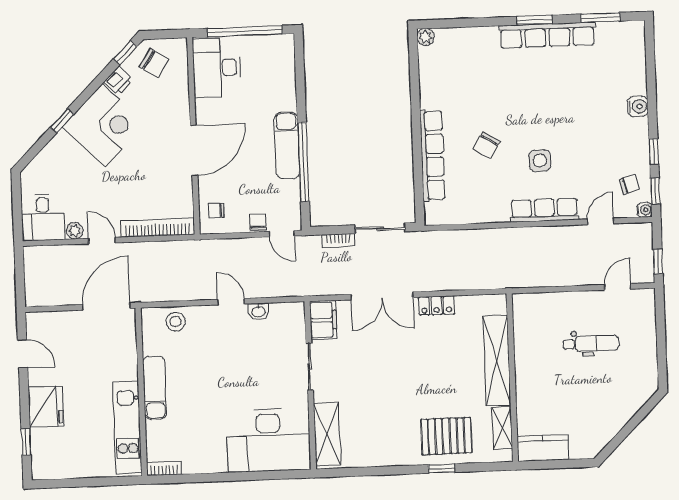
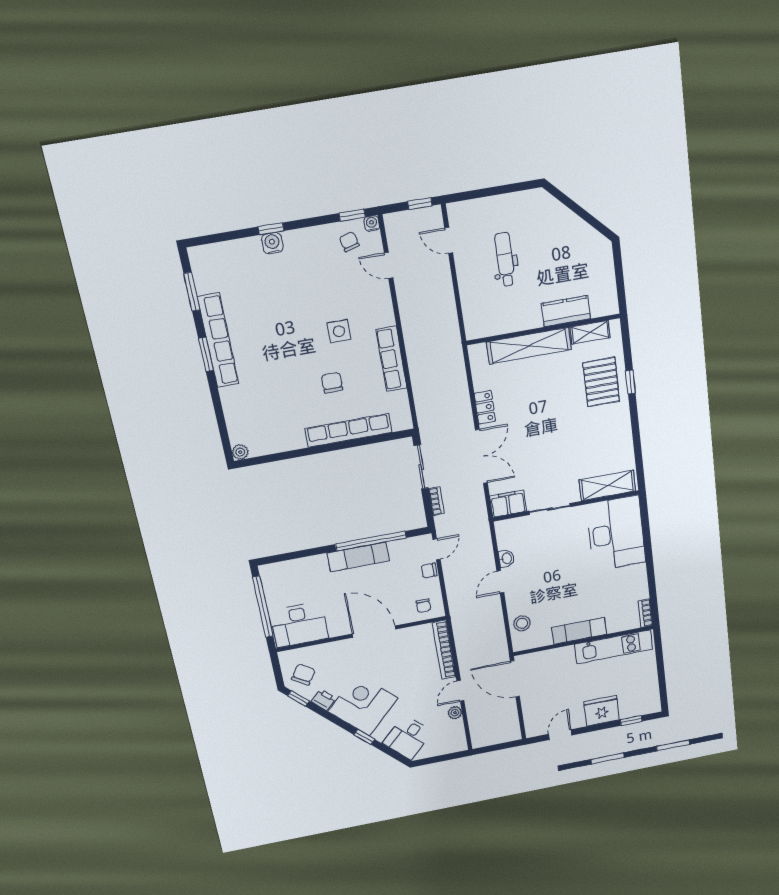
chair: (487, 145) -> (332, 383), turned -121
window: (654, 151) -> (271, 229), moved
row of seats: (544, 210) -> (392, 359), moved
desk: (43, 217) -> (408, 737), moved, turned 135
kitchen counter: (543, 448) -> (566, 311), moved, turned 90

